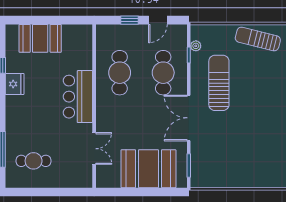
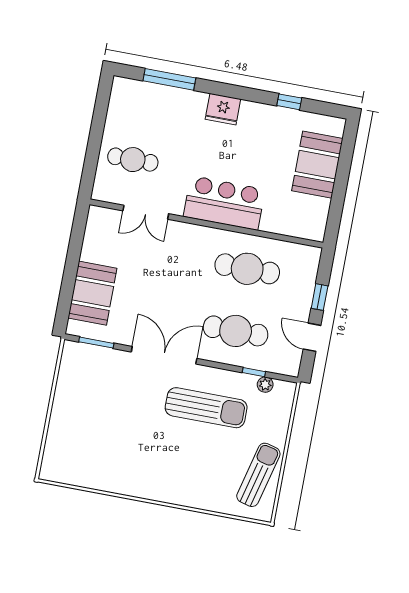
fridge: (15, 84) -> (223, 109), moved
cafe table: (34, 161) -> (133, 160), moved, turned 90
booth: (148, 169) -> (92, 293), width x0.73, depth x0.70

